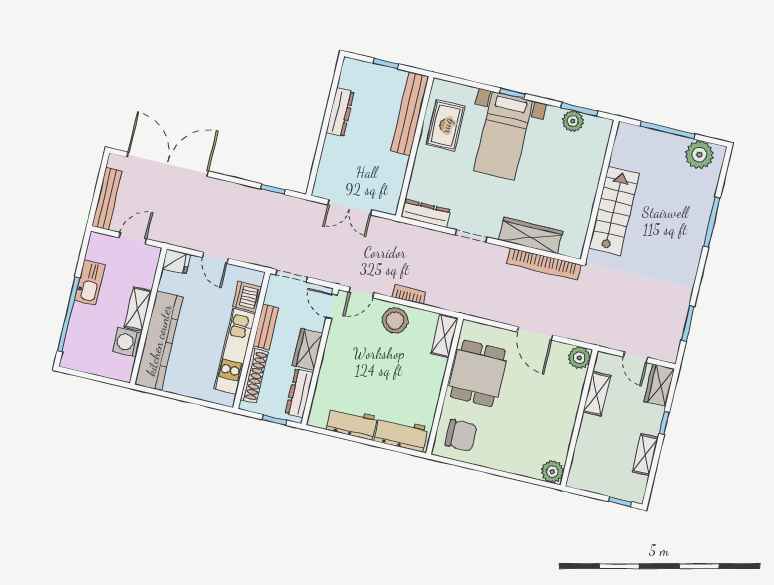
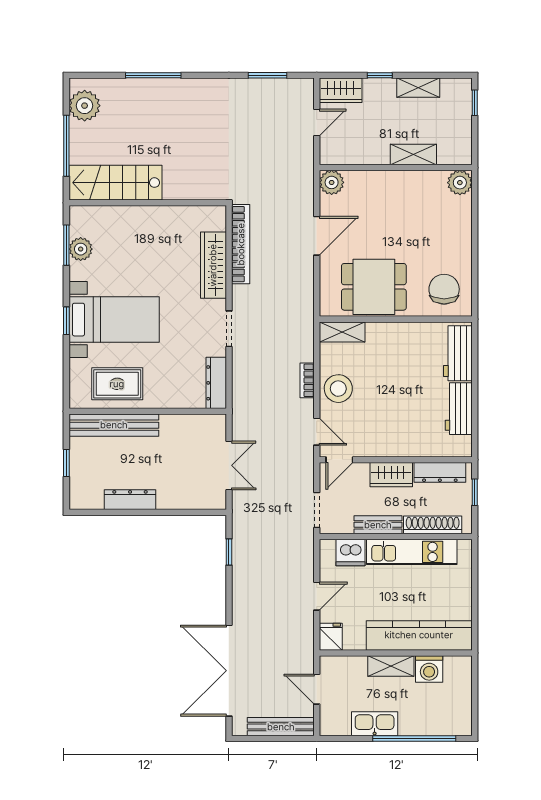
stairs: (614, 211) -> (115, 183), moved
shelving: (597, 394) -> (413, 155), moved

